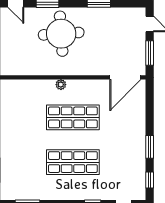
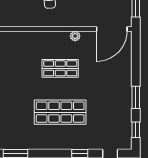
plant: (61, 85) -> (75, 36), moved
shop shelf: (73, 117) -> (60, 68), width x0.70, depth x0.74

